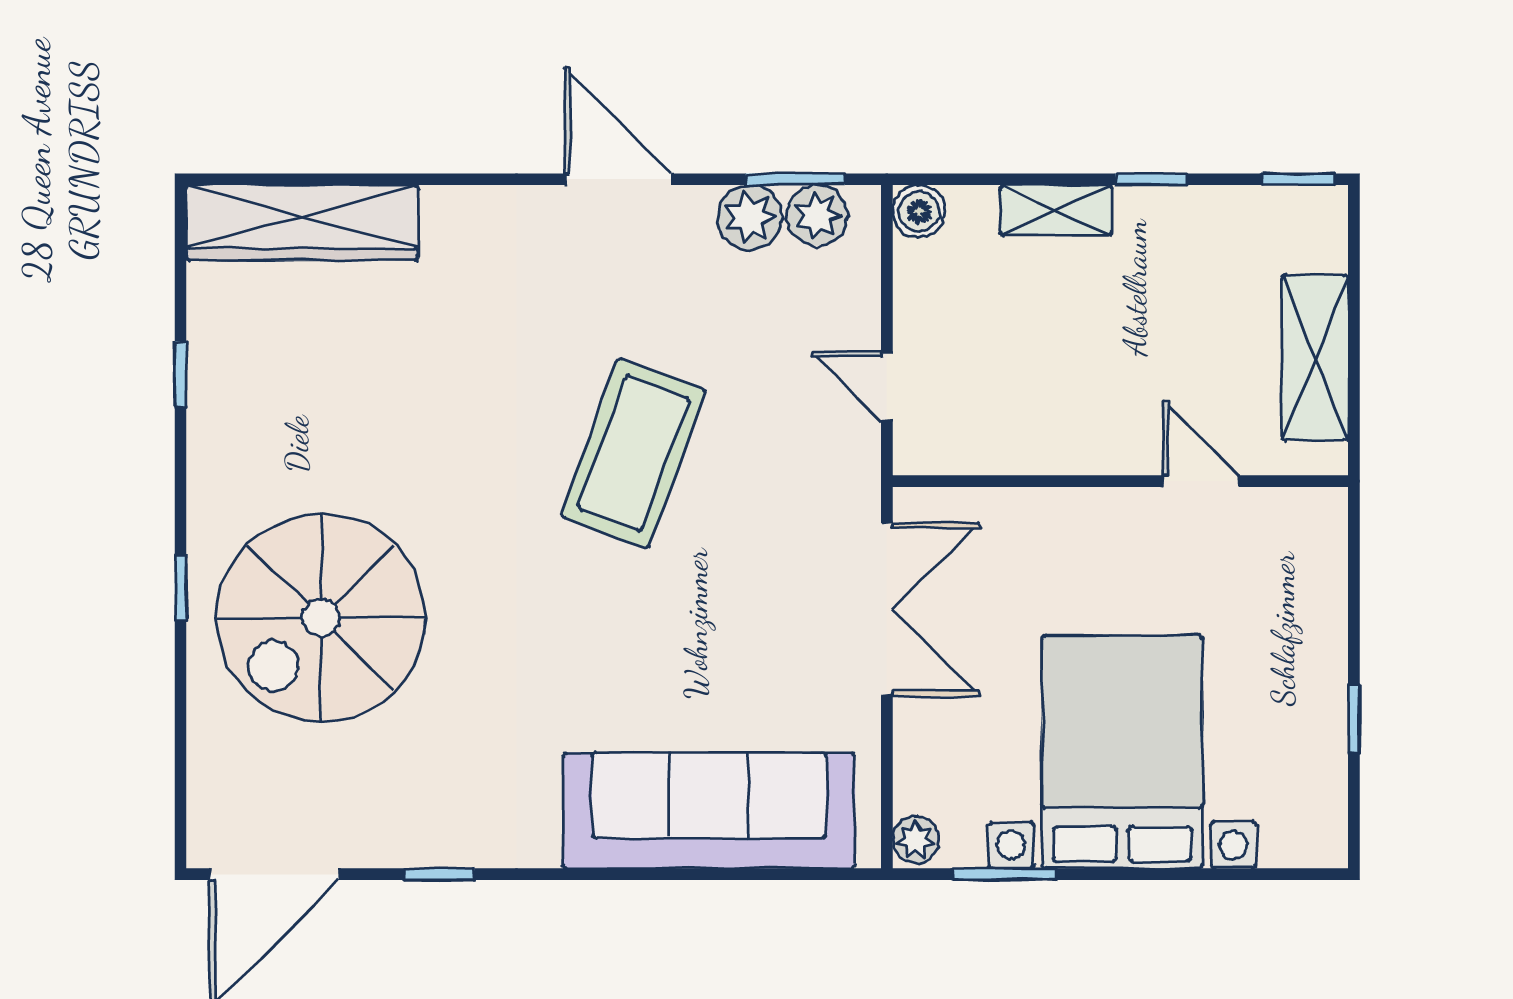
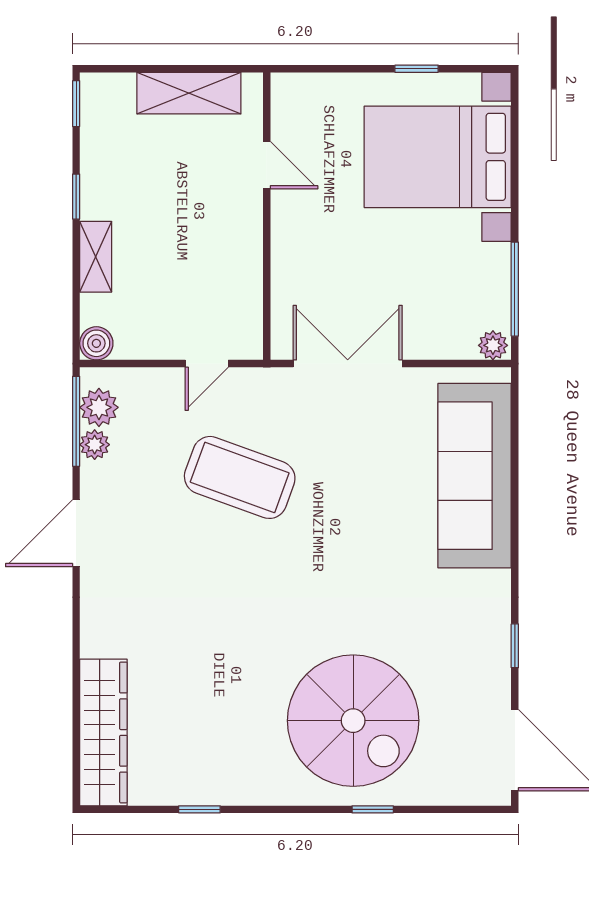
window: (795, 179) -> (76, 421), width x1.44
plant: (750, 217) -> (95, 445), width x0.73, depth x0.73
coffee table: (634, 453) -> (240, 477), moved
door: (1201, 481) -> (267, 165), swing flipped
window: (181, 587) -> (373, 809), moved
bed with nightstands: (1122, 752) -> (438, 157), moved
window: (1005, 874) -> (515, 289), width x1.44

